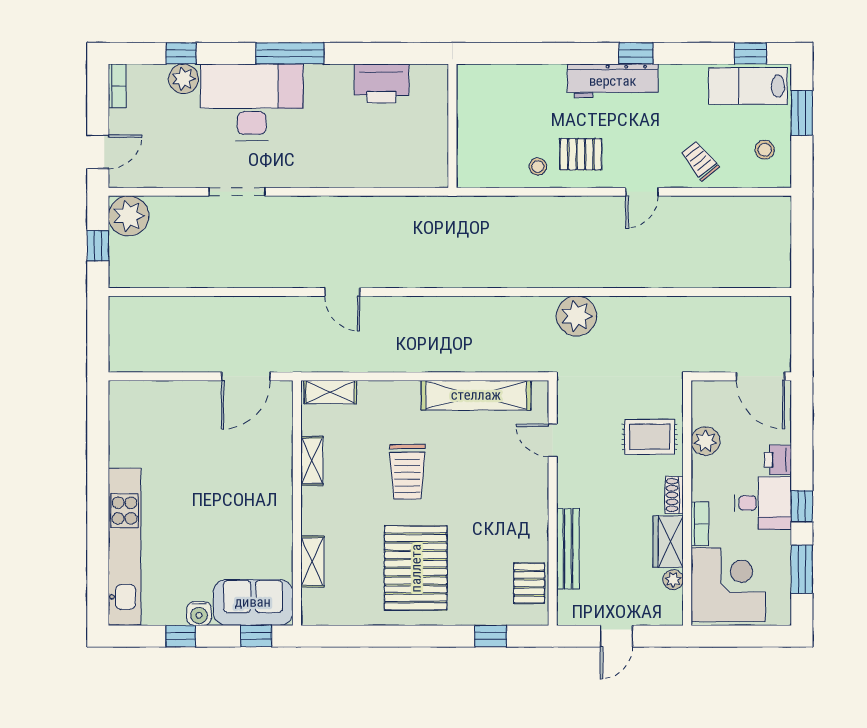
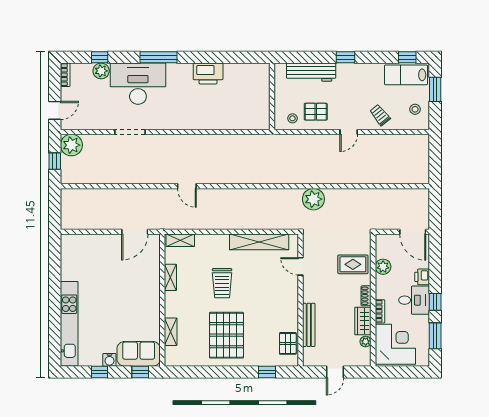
workbench: (613, 81) -> (311, 72), moved
wall: (452, 126) -> (272, 96), moved

